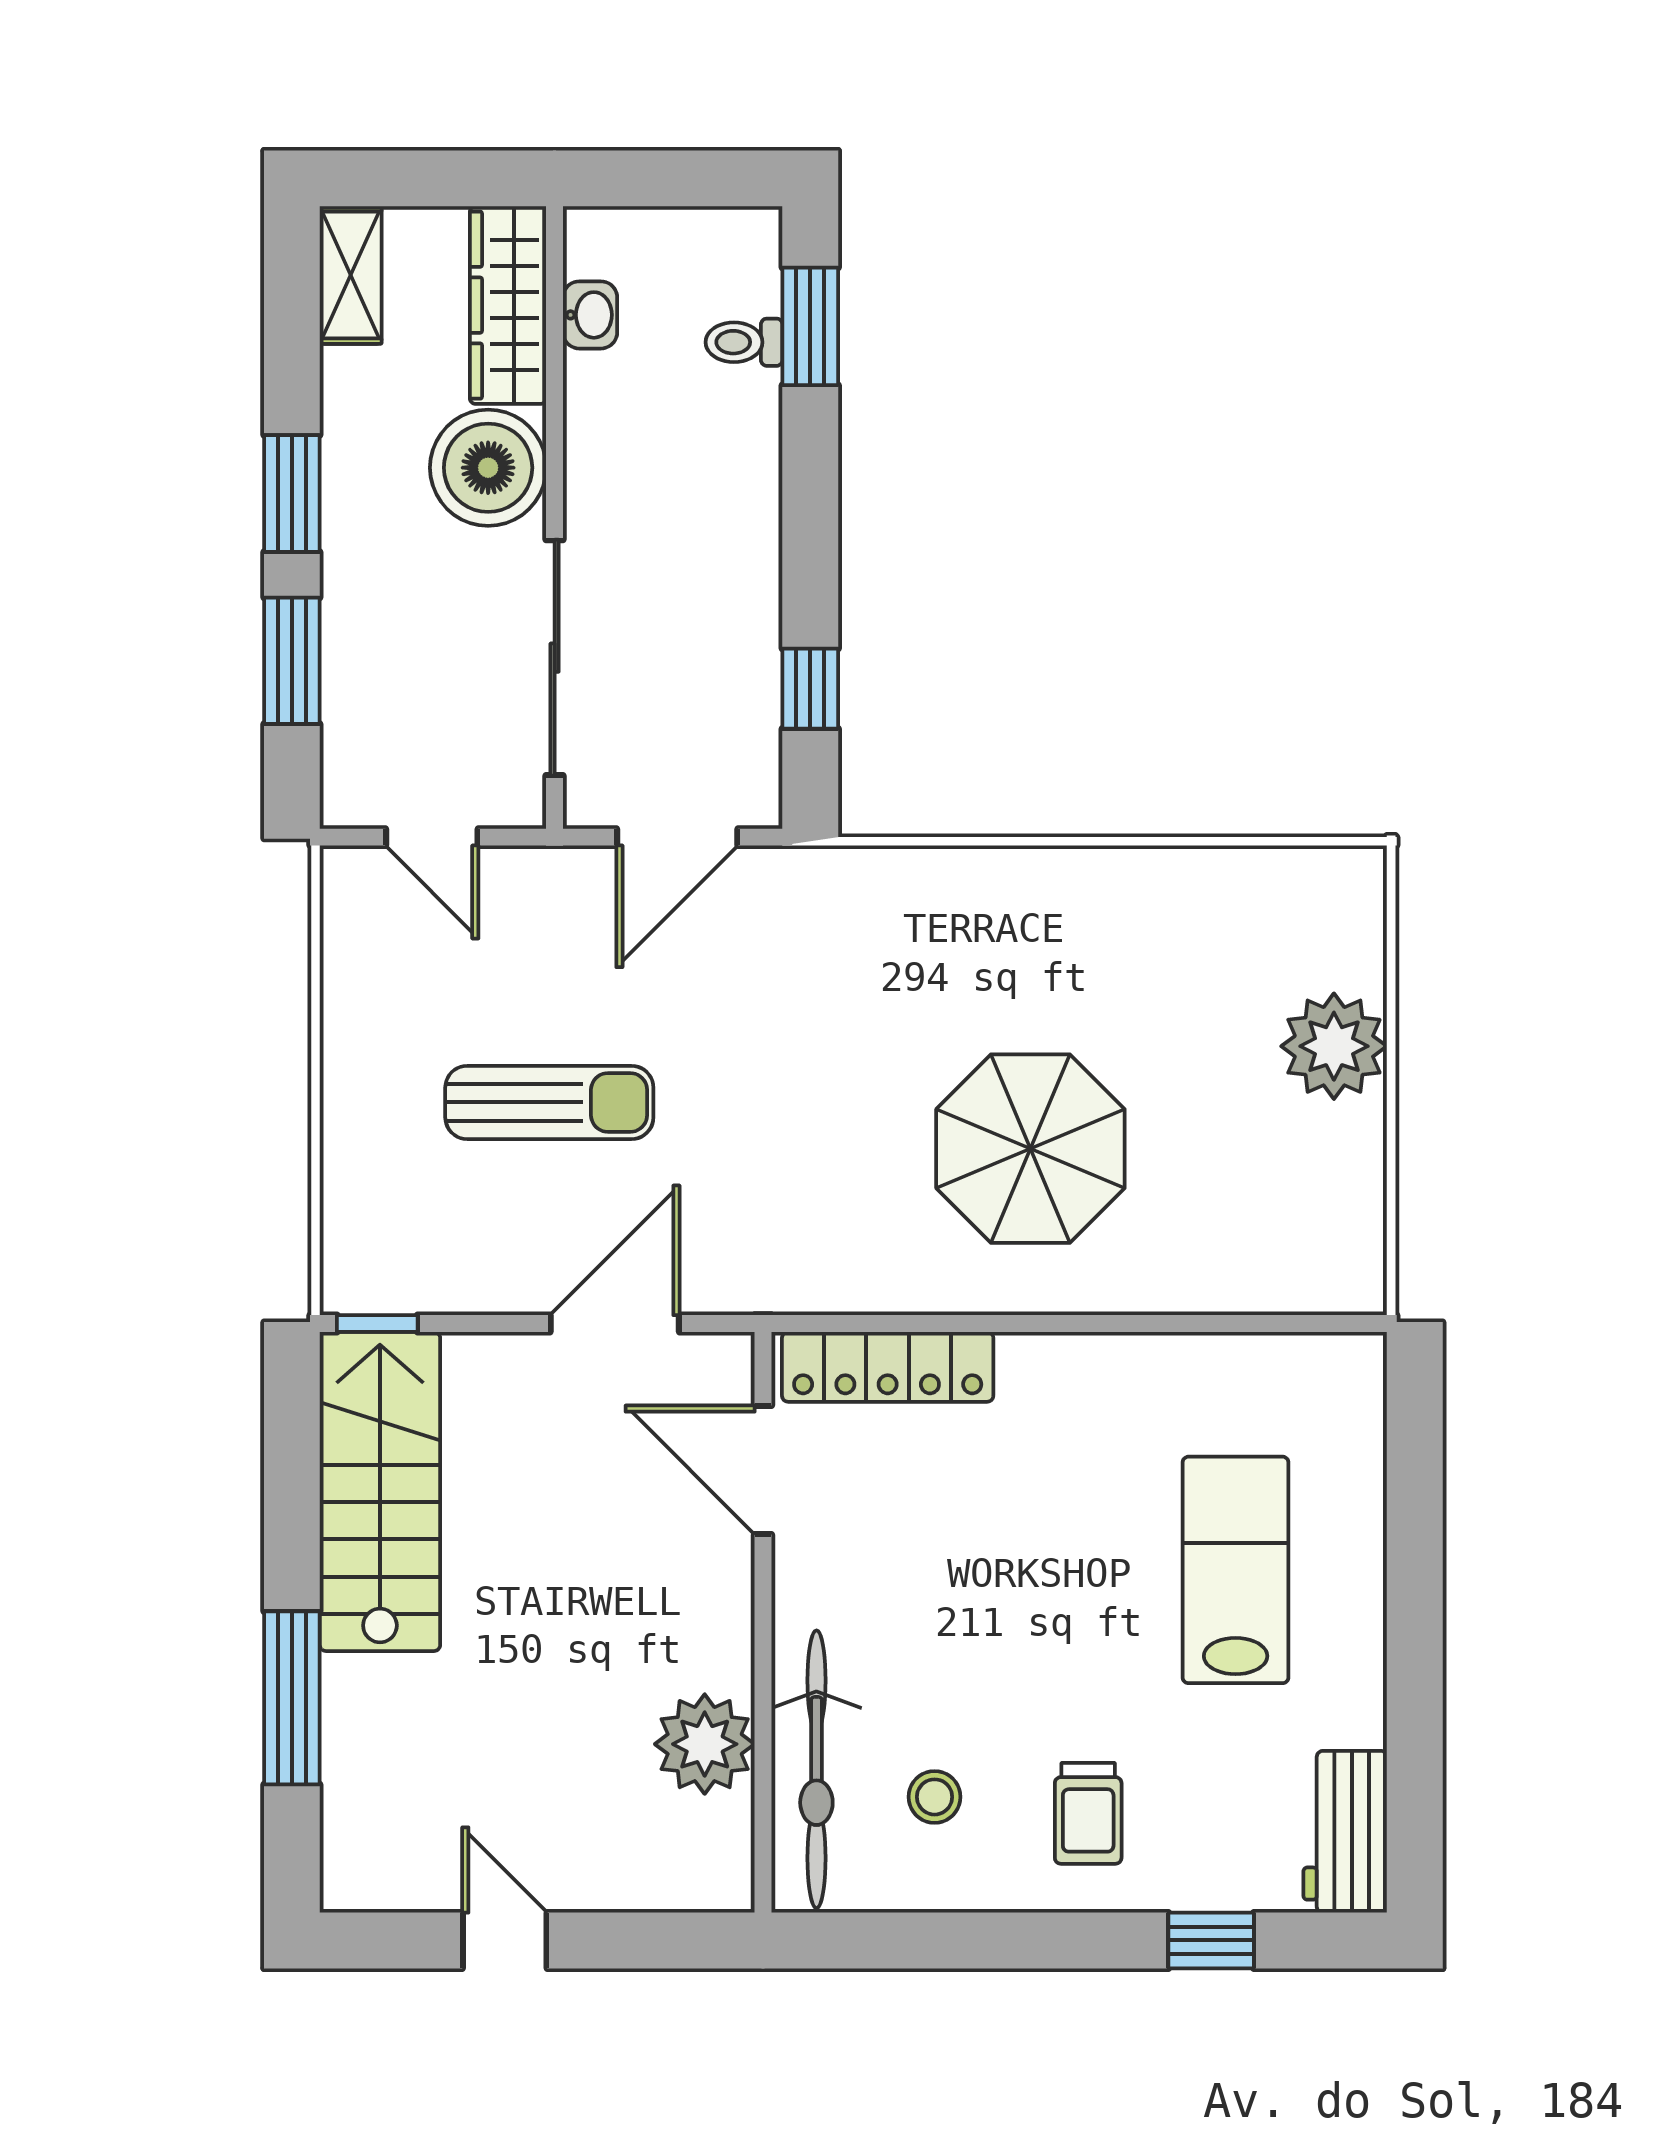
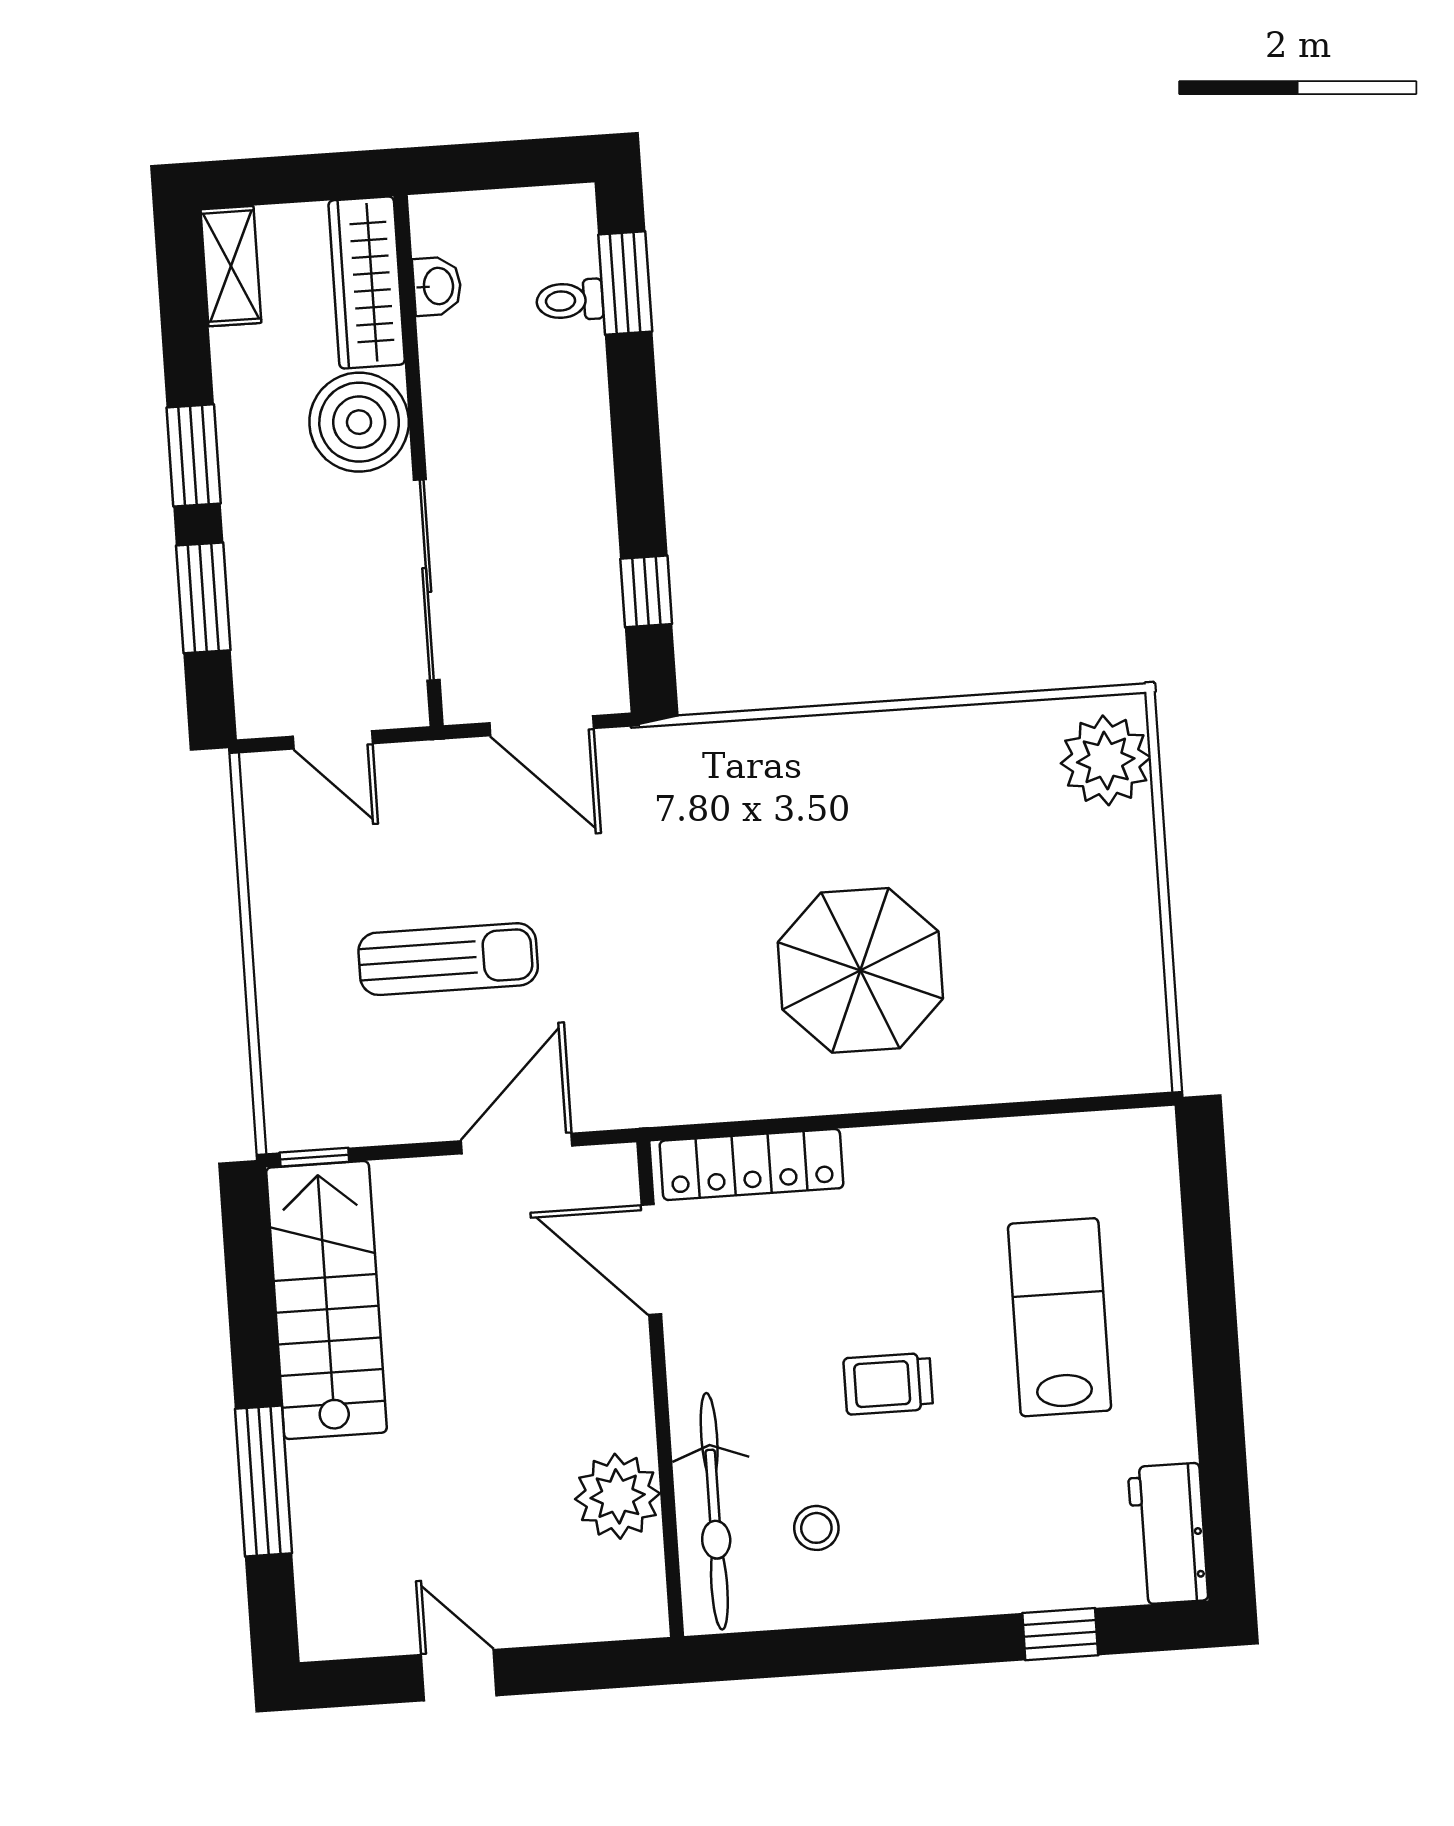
door: (677, 837) -> (542, 726), hinge flipped
plant: (1334, 1046) -> (1106, 760), moved
trolley: (1088, 1813) -> (888, 1384), moved, turned 90

